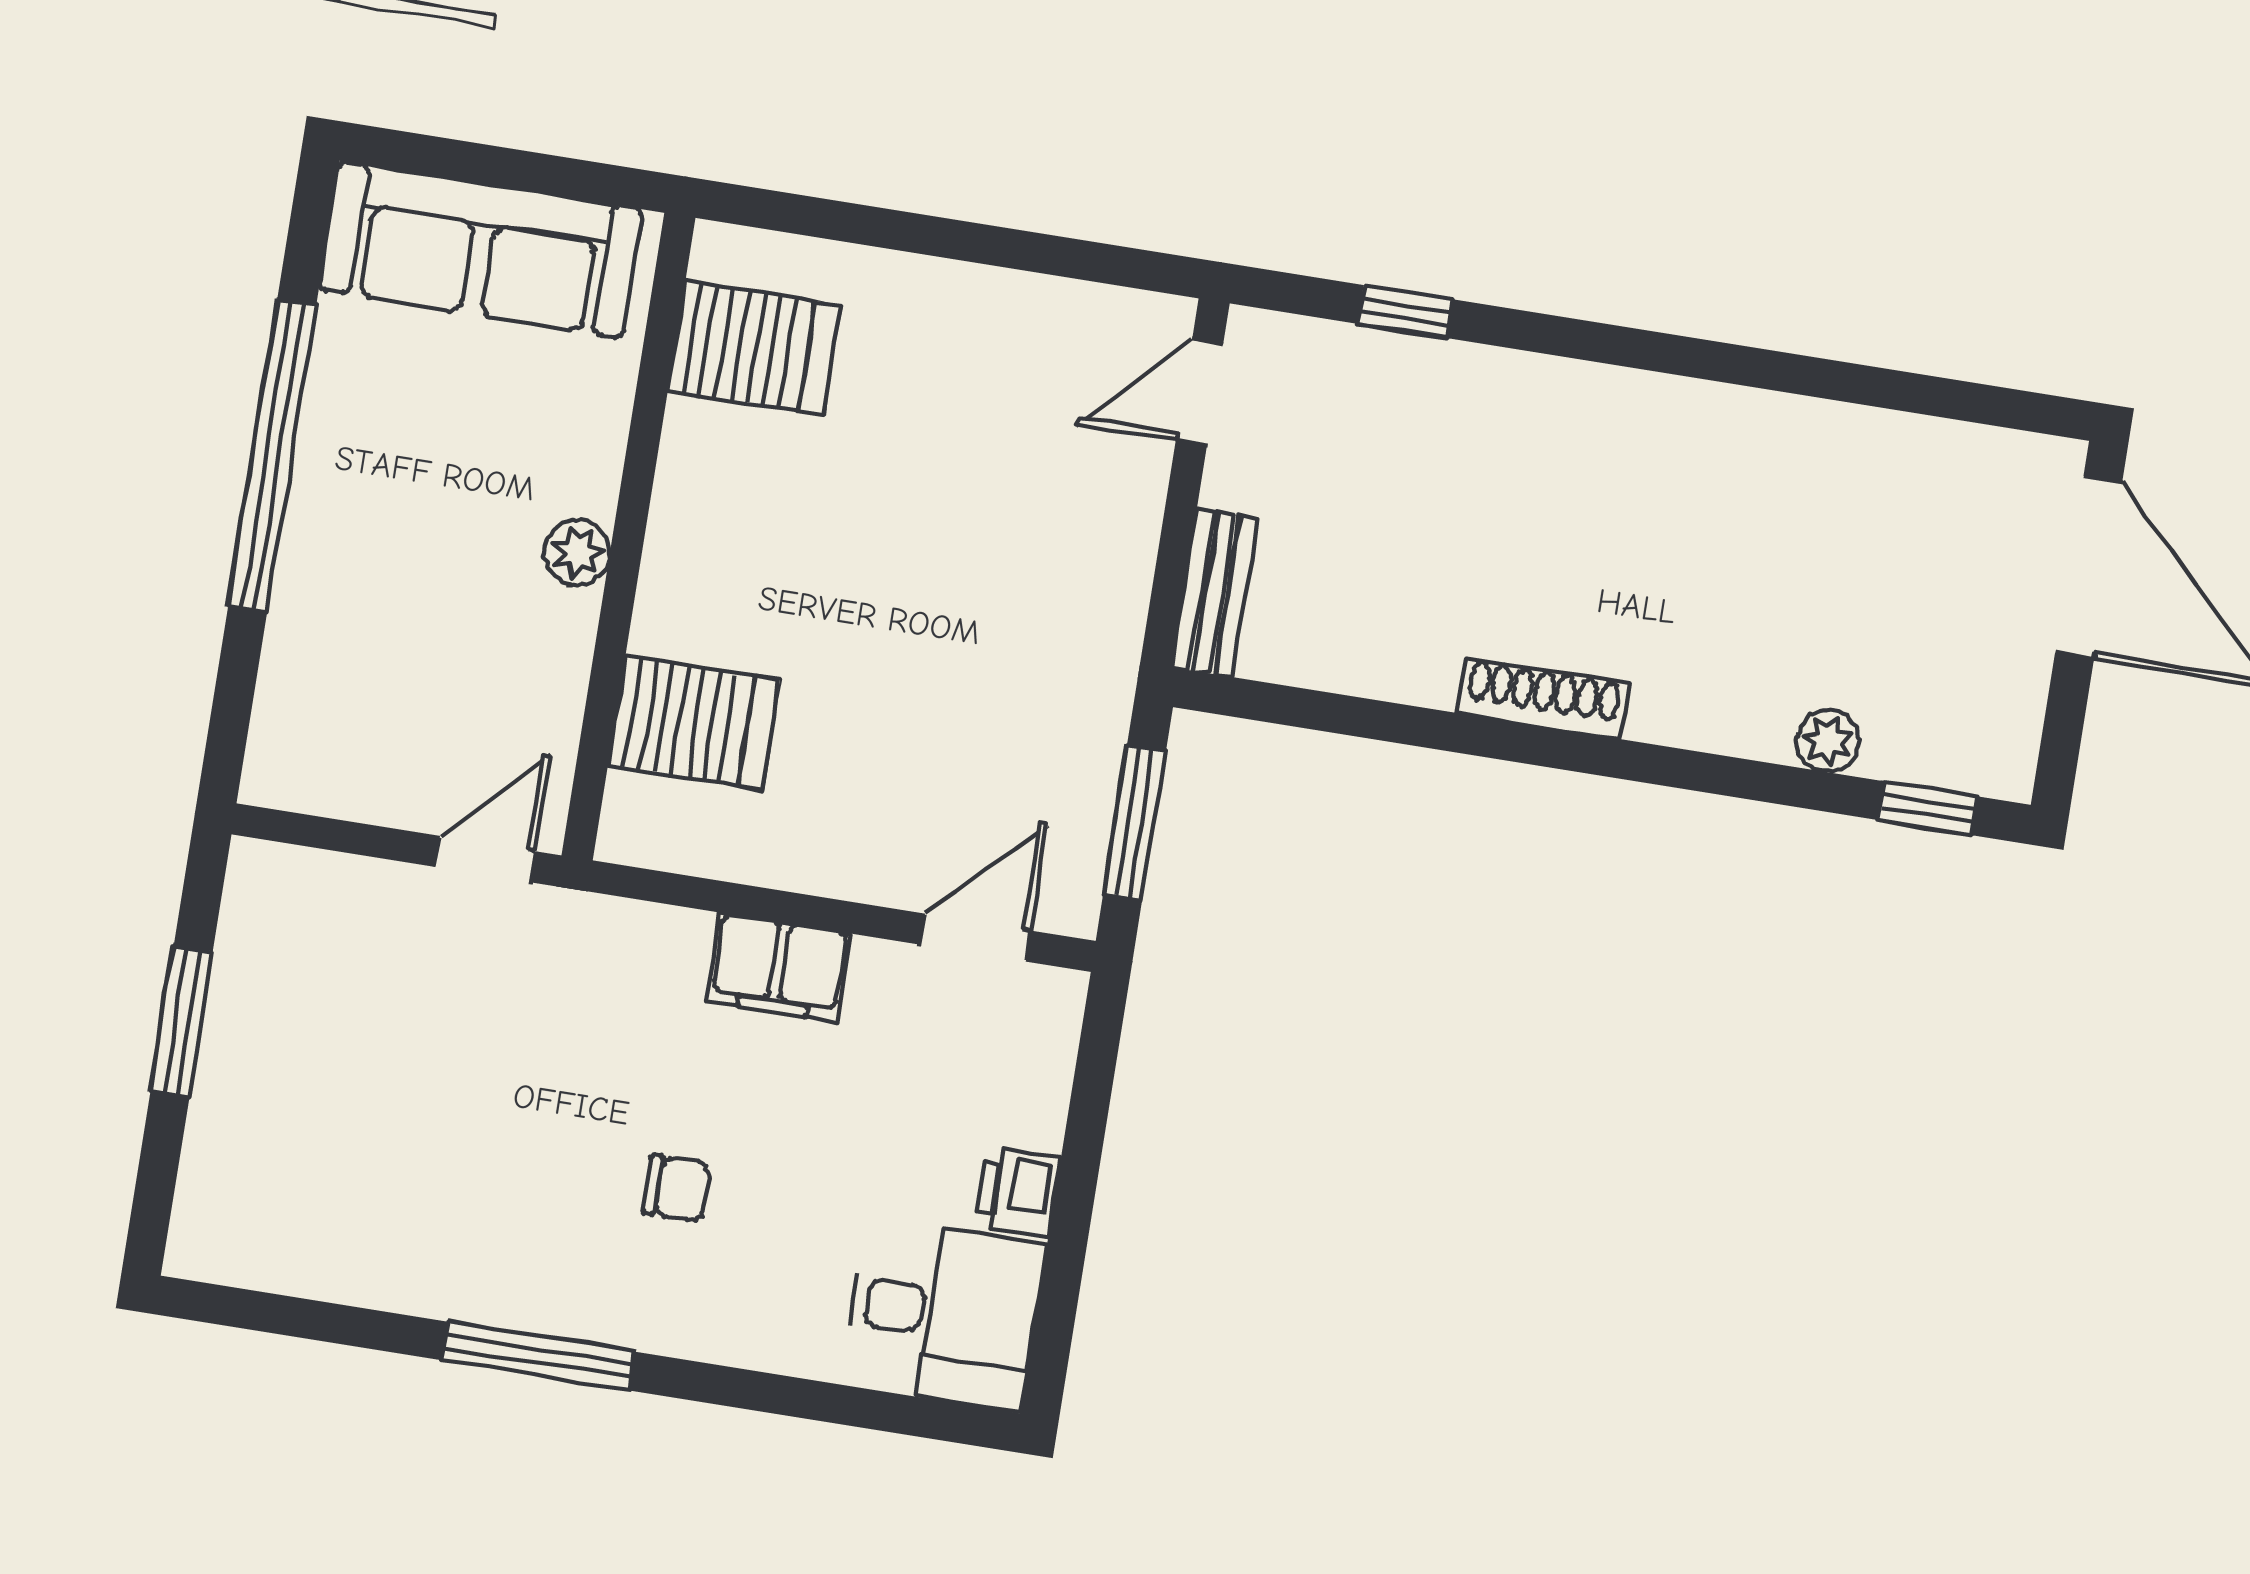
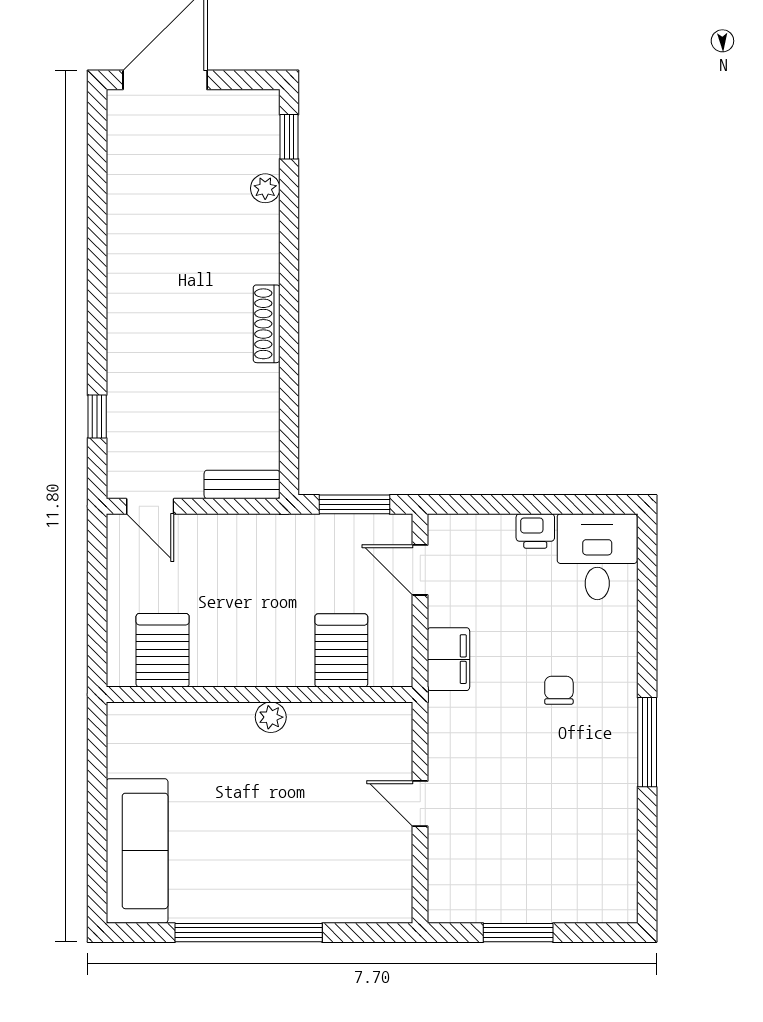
server rack: (754, 348) -> (163, 650), moved
wall: (629, 537) -> (259, 695), moved
plant: (577, 553) -> (271, 717), moved
server rack: (694, 723) -> (341, 650), moved

